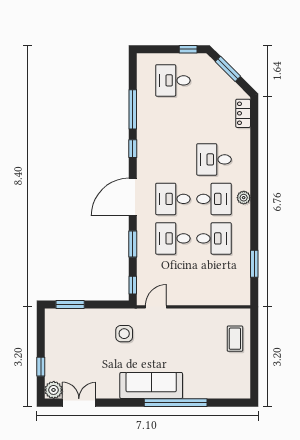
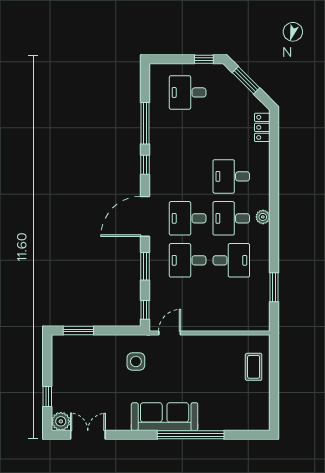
desk: (214, 199) -> (231, 218), turned 180

